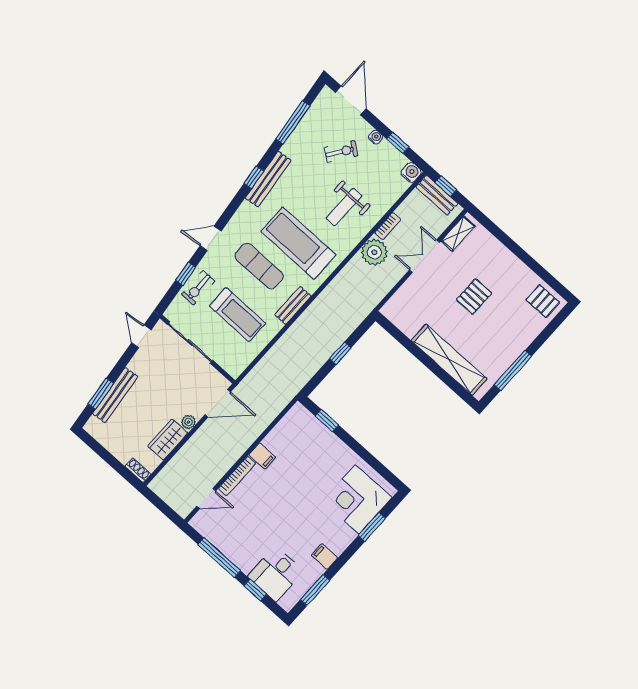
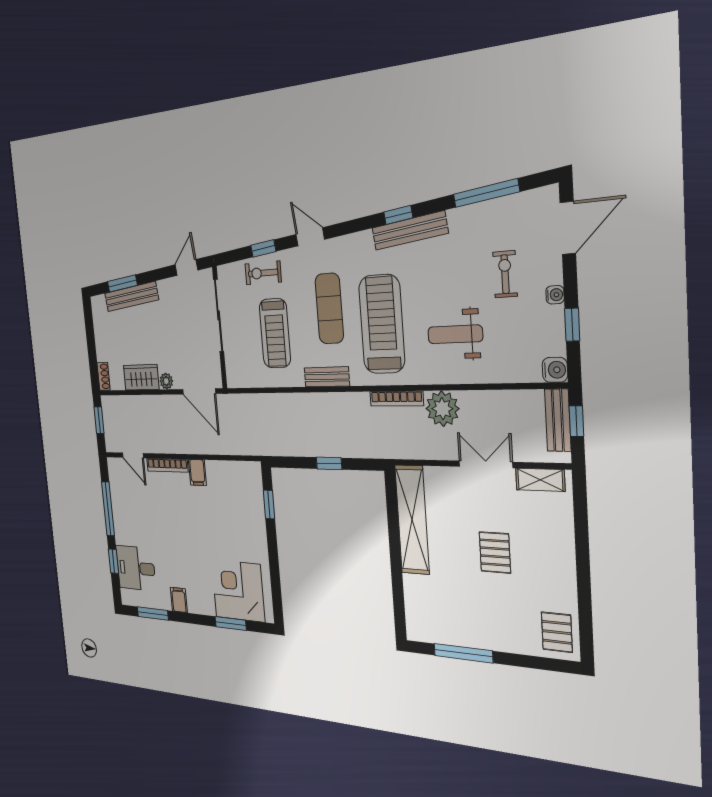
exercise bike: (341, 152) -> (505, 274), turned -125
bookcase: (388, 226) -> (397, 399), moved, width x1.56
pallet: (474, 297) -> (495, 553), turned 90
shelving: (449, 360) -> (412, 520), moved
window: (160, 504) -> (99, 420), added

